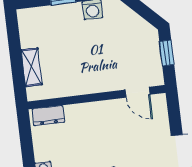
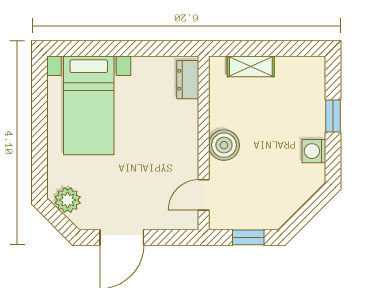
boiler: (96, 81) -> (224, 145), added

